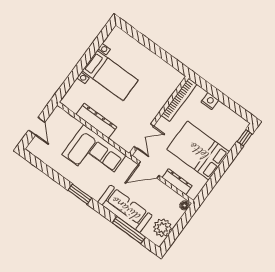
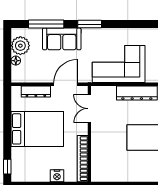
window: (80, 194) -> (90, 24), moved
floor lamp: (185, 205) -> (16, 61), moved
sofa: (125, 209) -> (62, 39), width x0.73

